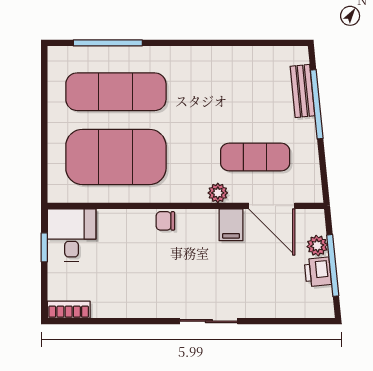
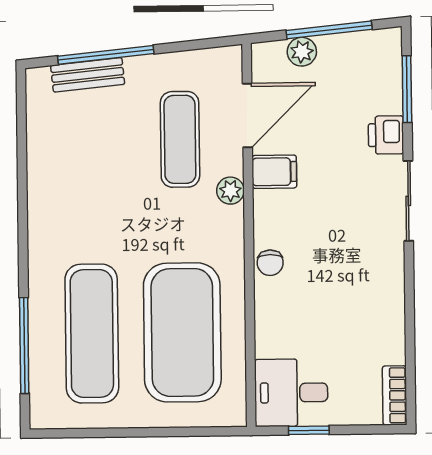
printer: (318, 272) -> (386, 135), moved, turned 96
window: (289, 321) -> (407, 89), added

